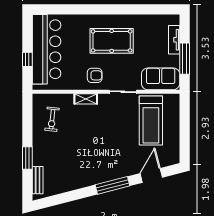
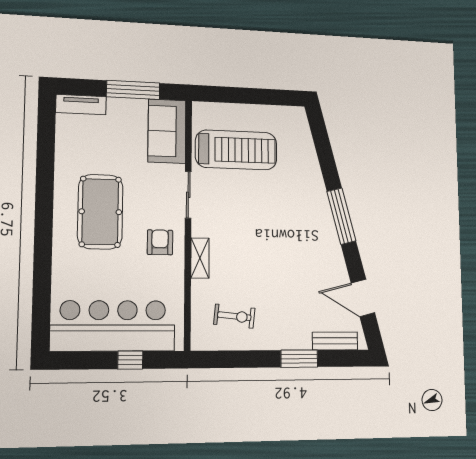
tv unit: (174, 40) -> (81, 105), moved
door: (151, 175) -> (363, 298), moved

